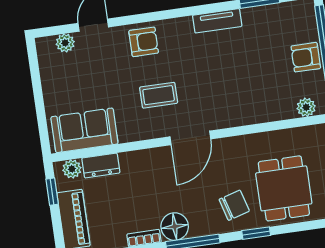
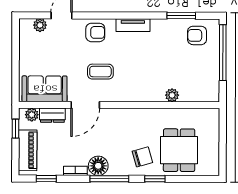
tv unit: (217, 21) -> (133, 25), moved
armchair: (306, 57) -> (197, 35), moved
plant: (306, 107) -> (172, 95), moved
door: (190, 138) -> (85, 105), moved

